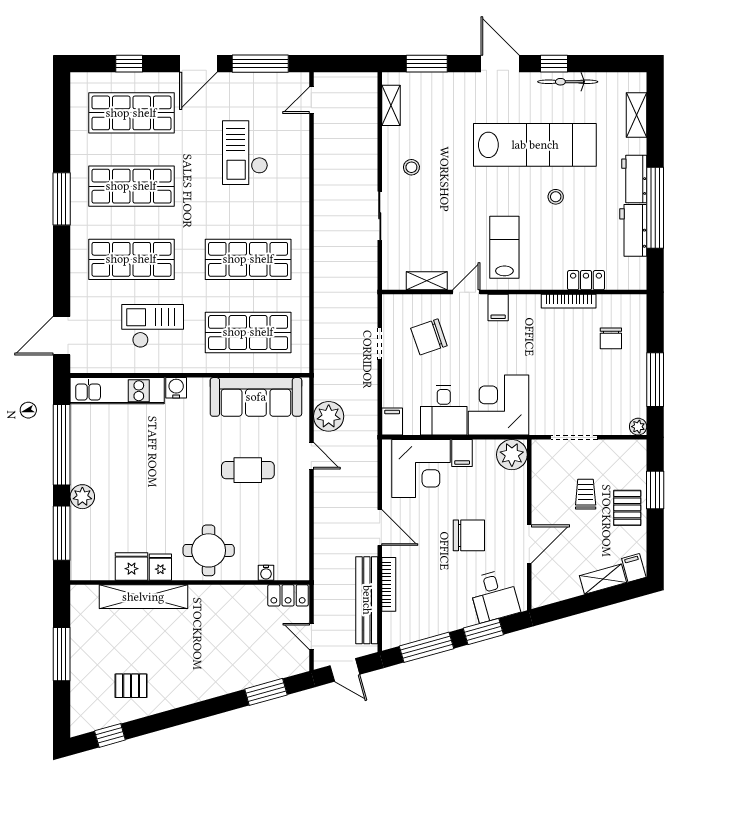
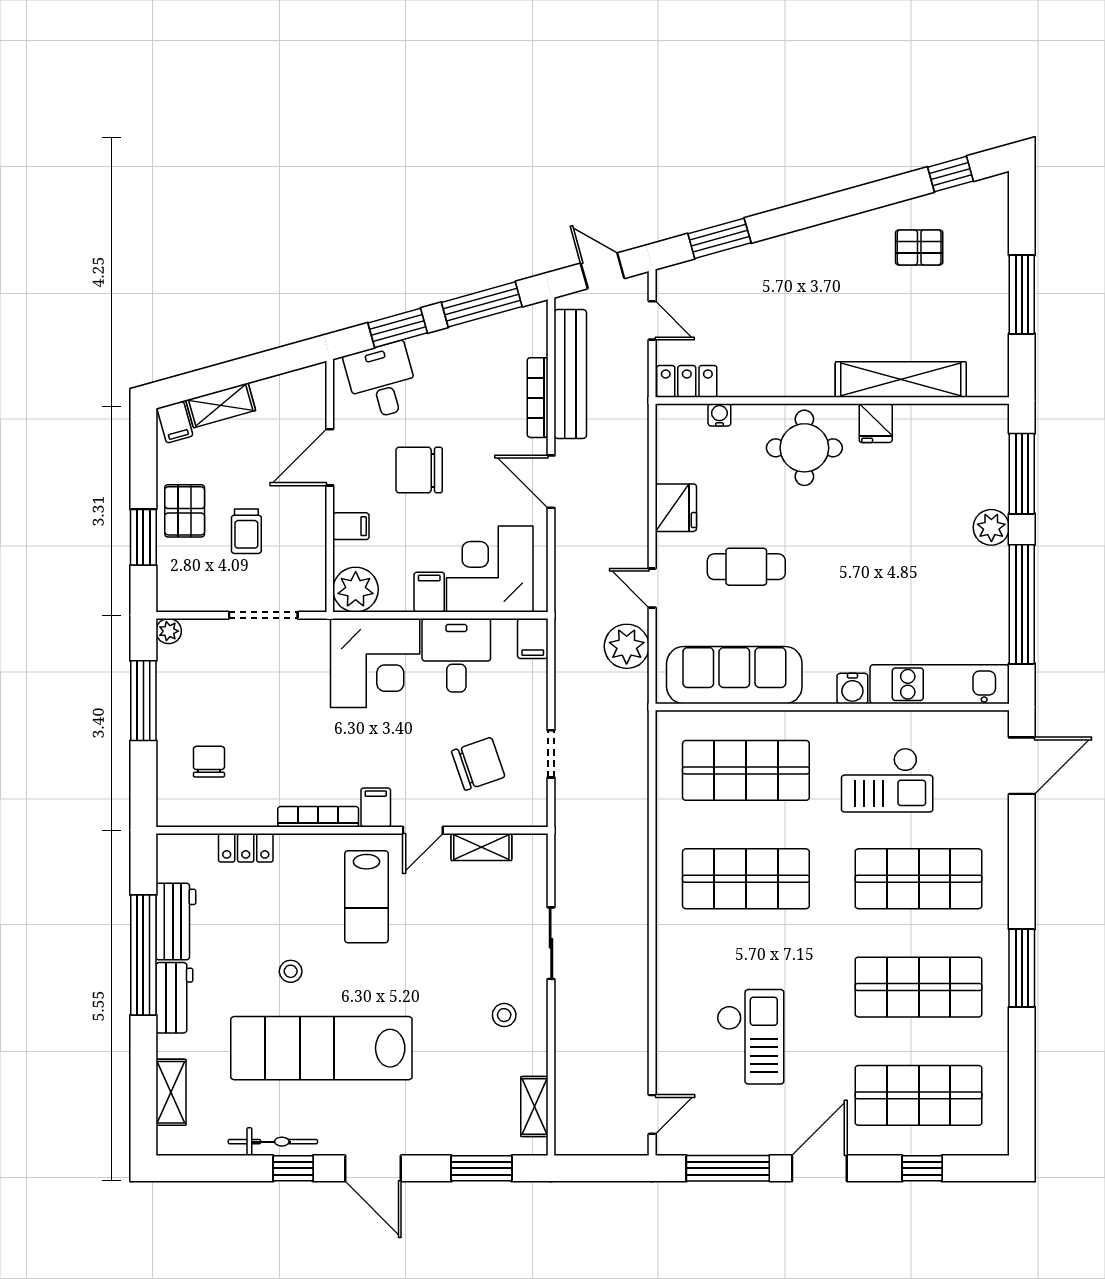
bookcase: (569, 301) -> (318, 817), moved
filing cabinet: (515, 497) -> (351, 526), added
fridge: (132, 566) -> (676, 508), moved, turned -90

